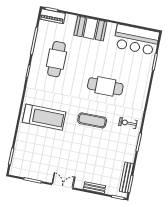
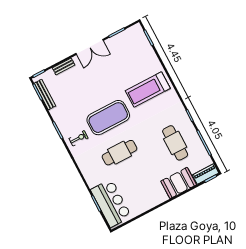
booth: (90, 28) -> (179, 183), moved
bar counter: (136, 40) -> (111, 203), moved, turned 90
exercise mat: (92, 120) -> (108, 118), width x2.00, depth x1.45
double door: (62, 186) -> (90, 47), width x1.37

